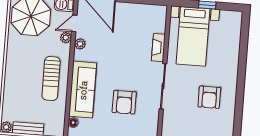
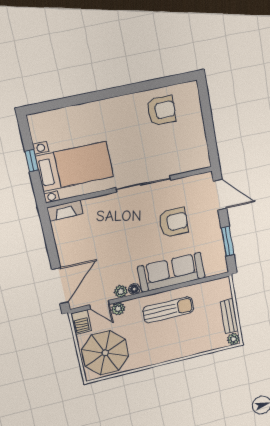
fireplace: (158, 48) -> (65, 211), moved
armchair: (209, 97) -> (161, 111), moved
floor lamp: (73, 123) -> (134, 289), moved

